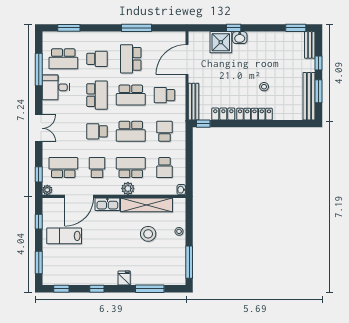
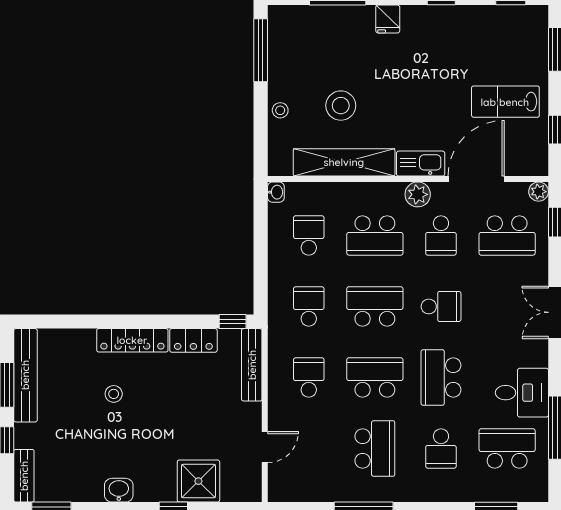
washbasin: (240, 38) -> (119, 490), moved
school desk: (97, 59) -> (441, 449), turned -90
door: (187, 60) -> (265, 447), width x0.53
school desk: (164, 95) -> (309, 377), turned -90
school desk: (164, 131) -> (309, 306), turned 180
plant: (128, 188) -> (418, 194), moved
lab bench: (64, 236) -> (505, 102), turned 180

